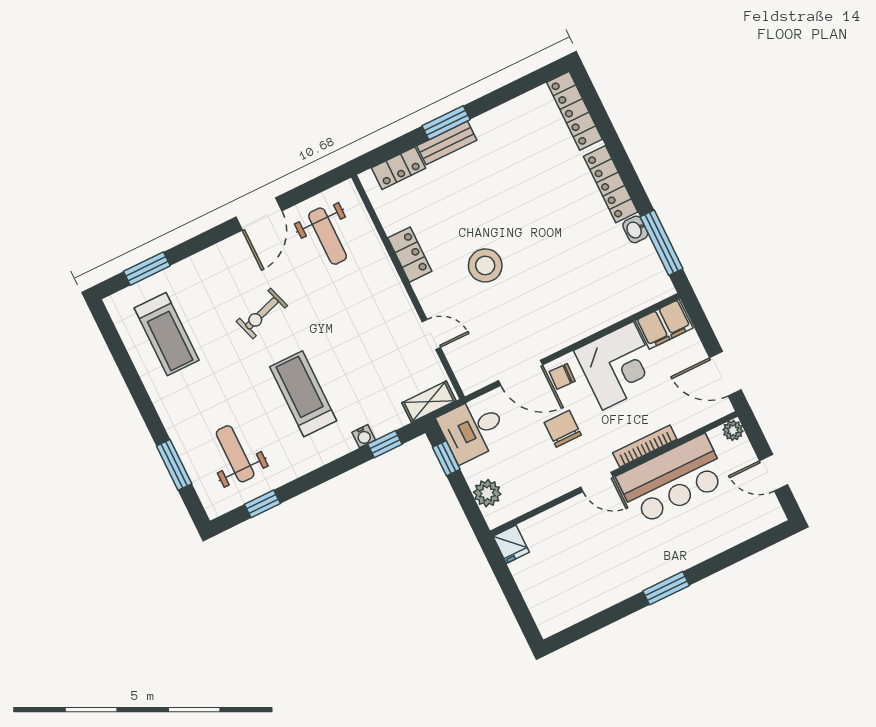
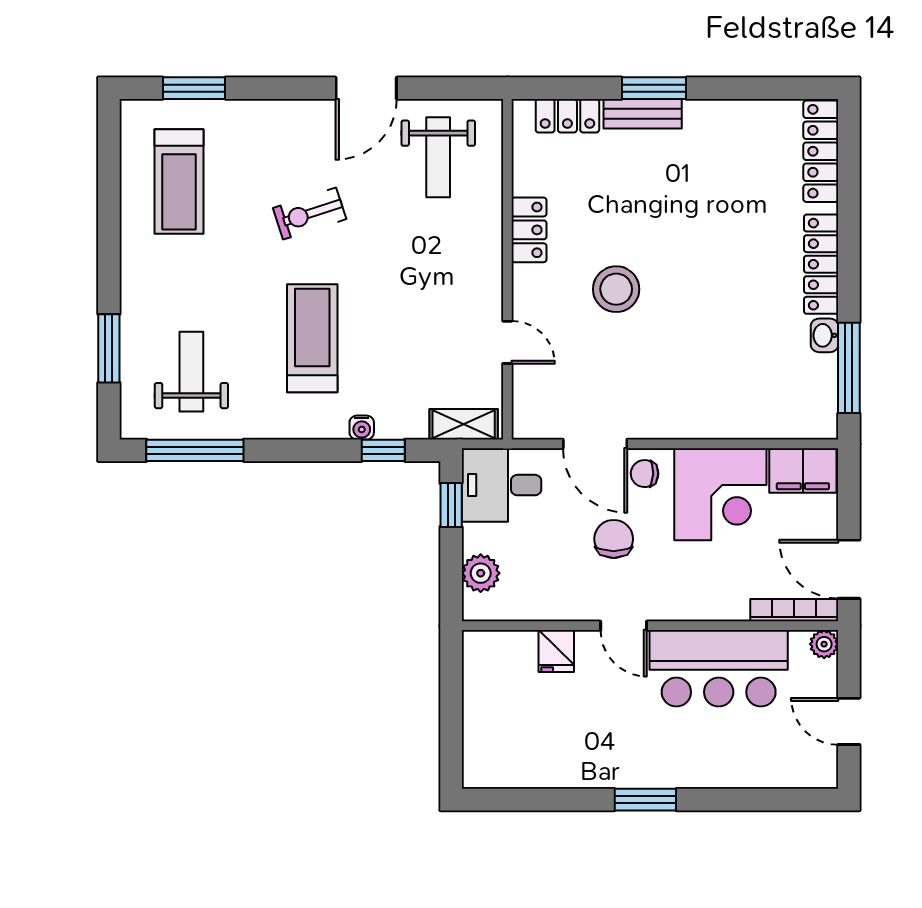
bookcase: (645, 446) -> (794, 610), moved
window: (262, 504) -> (195, 450), width x2.17
fridge: (511, 544) -> (556, 651), moved

